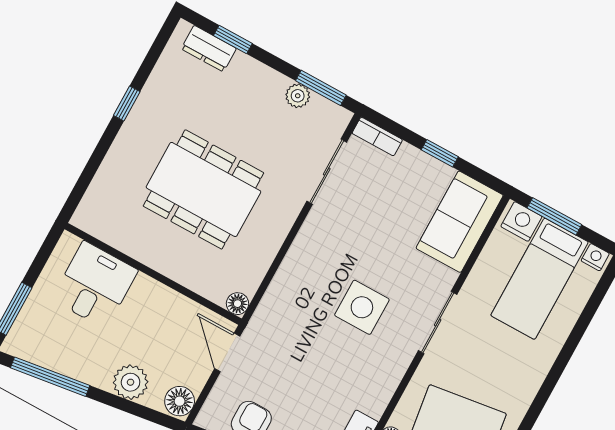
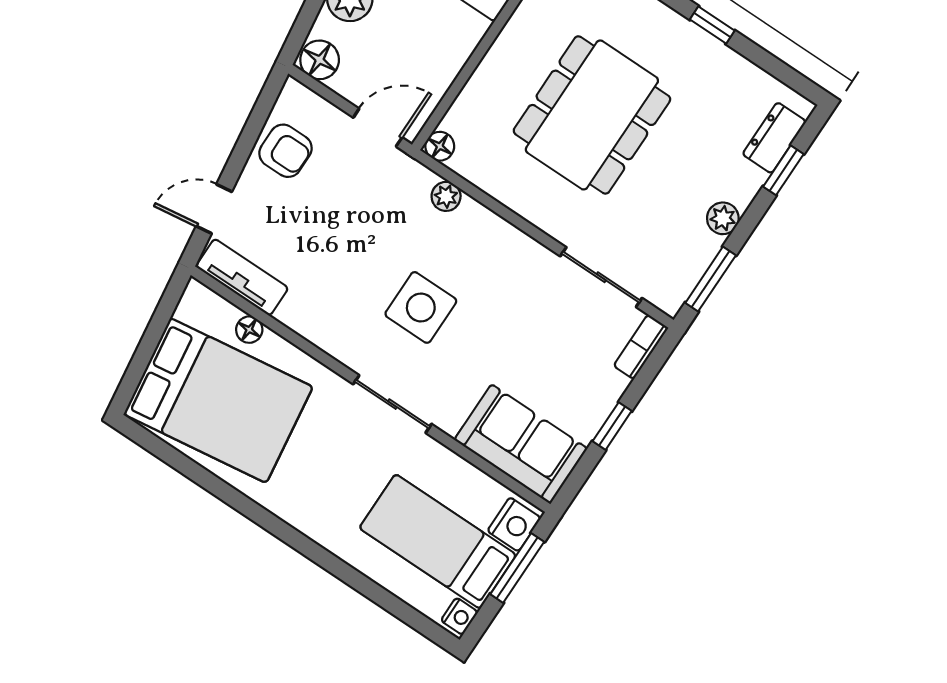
plant: (298, 96) -> (723, 218), moved
plant: (275, 295) -> (446, 196), added

